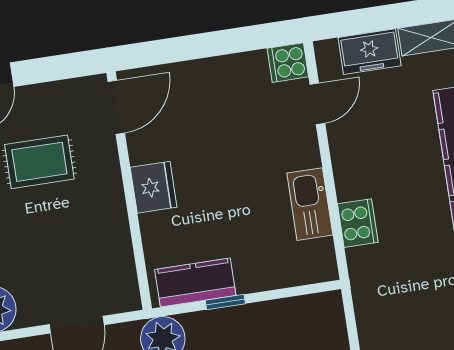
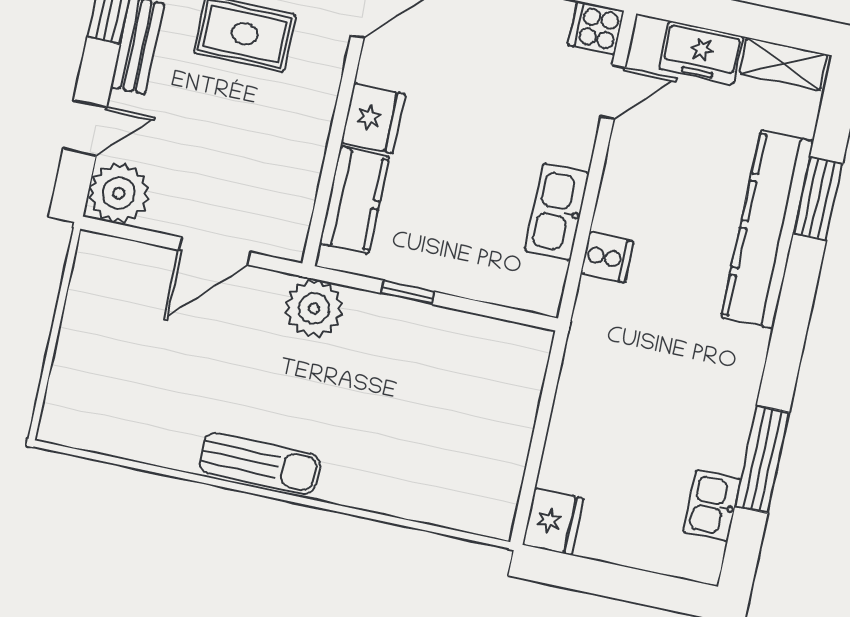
cooker: (358, 223) -> (607, 257), width x0.73
kitchen counter: (195, 282) -> (354, 200), moved, turned 90

